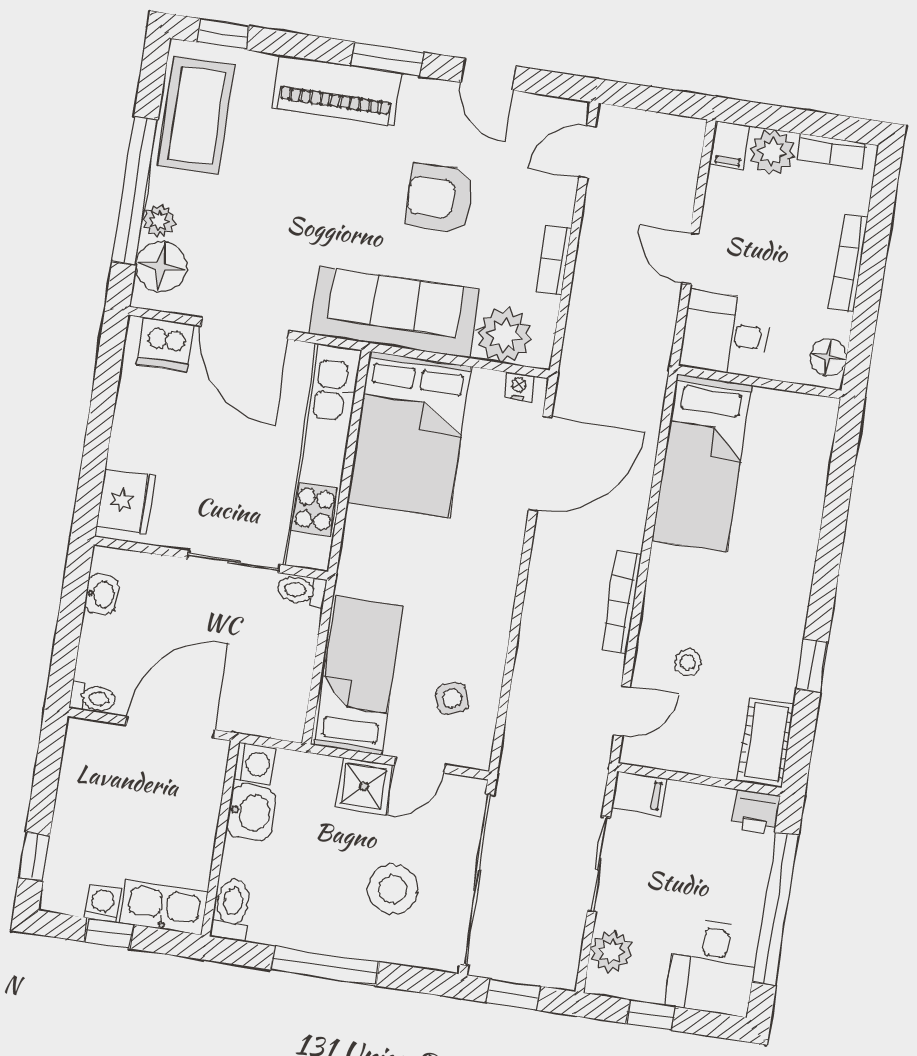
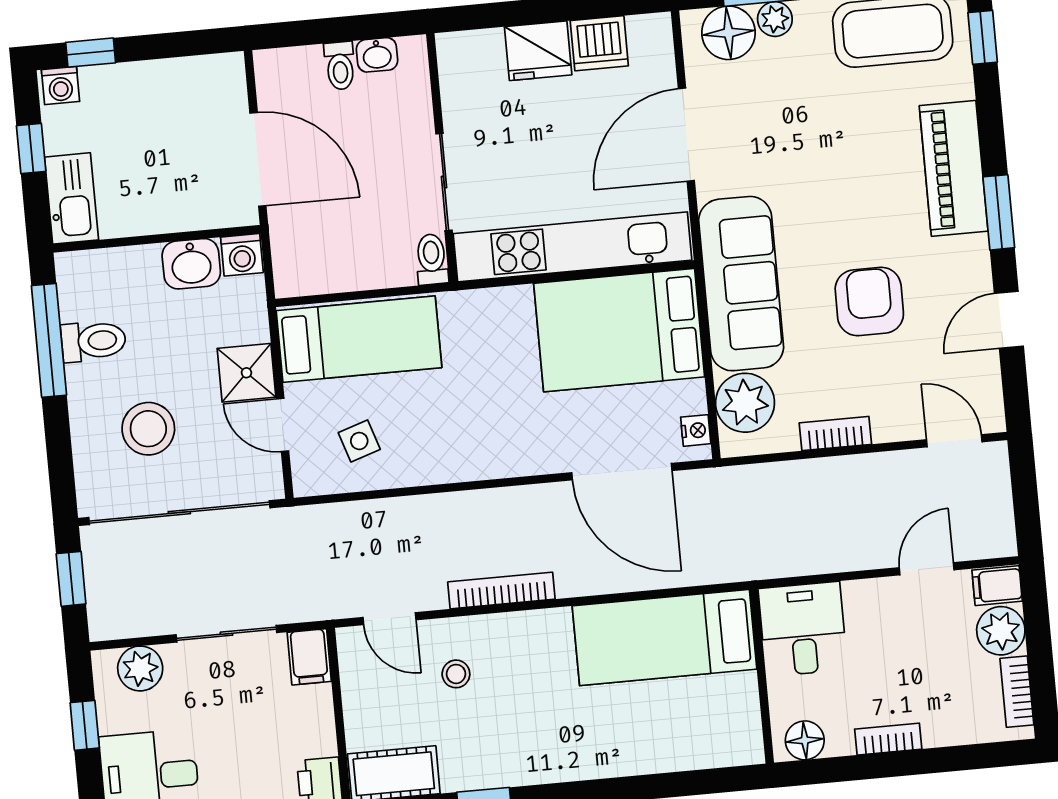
door: (691, 258) -> (927, 569), moved
bookcase: (849, 263) -> (888, 739), width x0.64
dishwasher: (166, 344) -> (599, 43), moved, turned -90
fridge: (126, 501) -> (538, 51), moved
toilet: (93, 698) -> (340, 66), moved
washing machine: (103, 903) -> (61, 86), moved, turned 90
toilet: (232, 909) -> (93, 341), moved
window: (325, 966) -> (49, 340), moved

